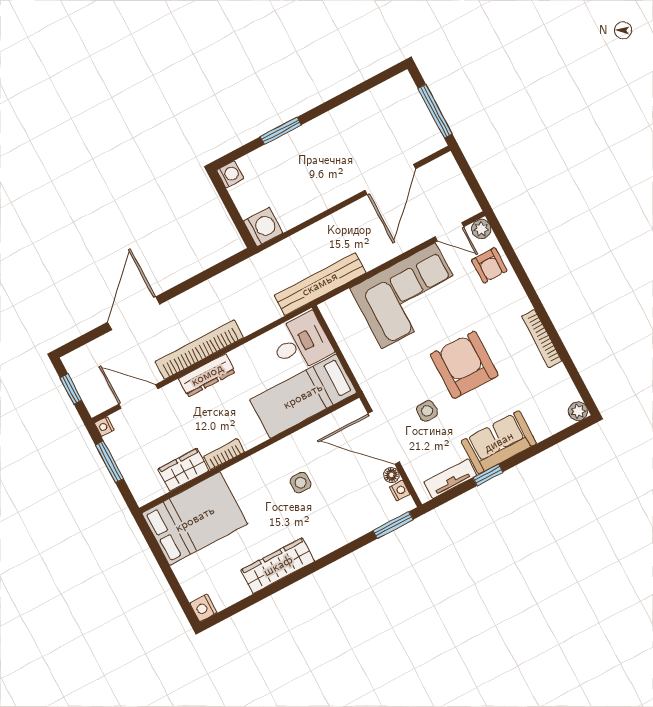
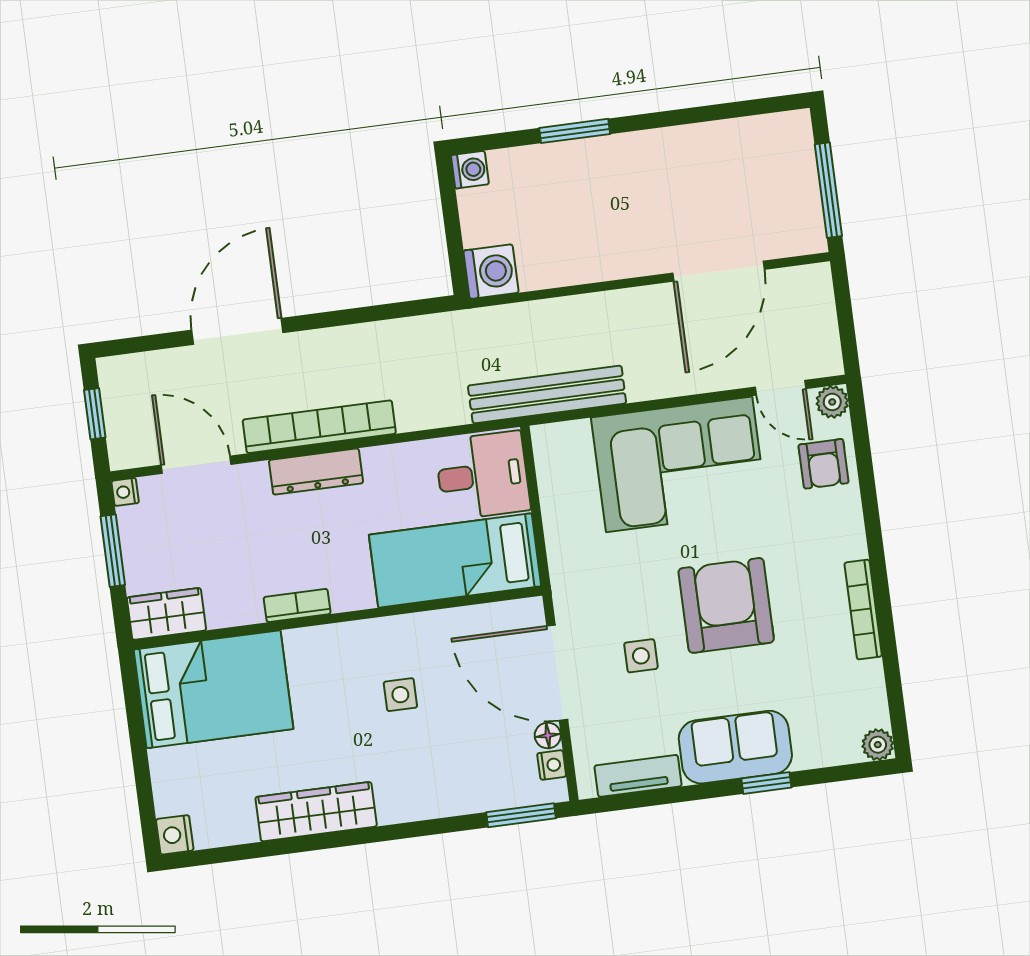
wardrobe: (183, 470) -> (166, 614), moved
window: (488, 475) -> (766, 783), moved

